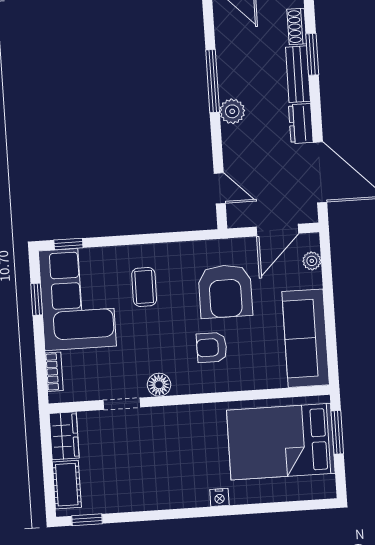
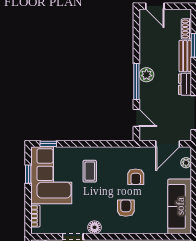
window: (213, 81) -> (136, 82), moved
armchair: (225, 291) -> (136, 177), width x0.53, depth x0.53
armchair: (212, 347) -> (126, 208), turned 90

